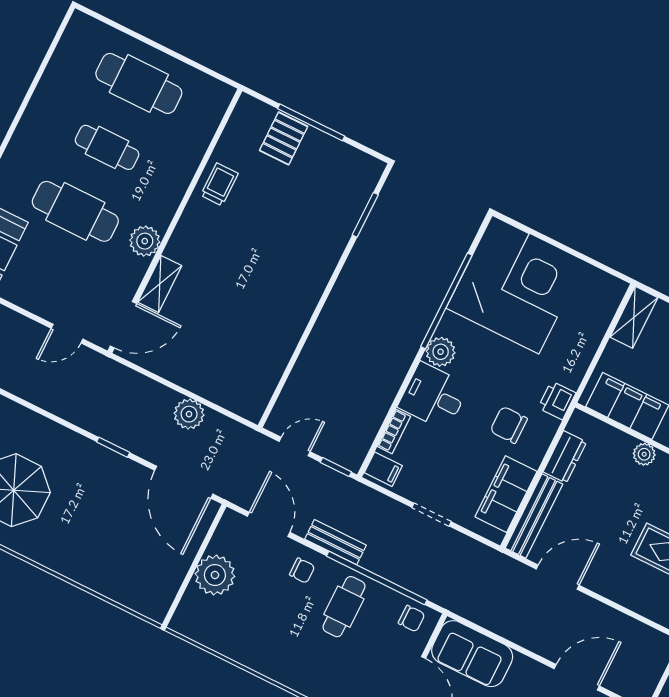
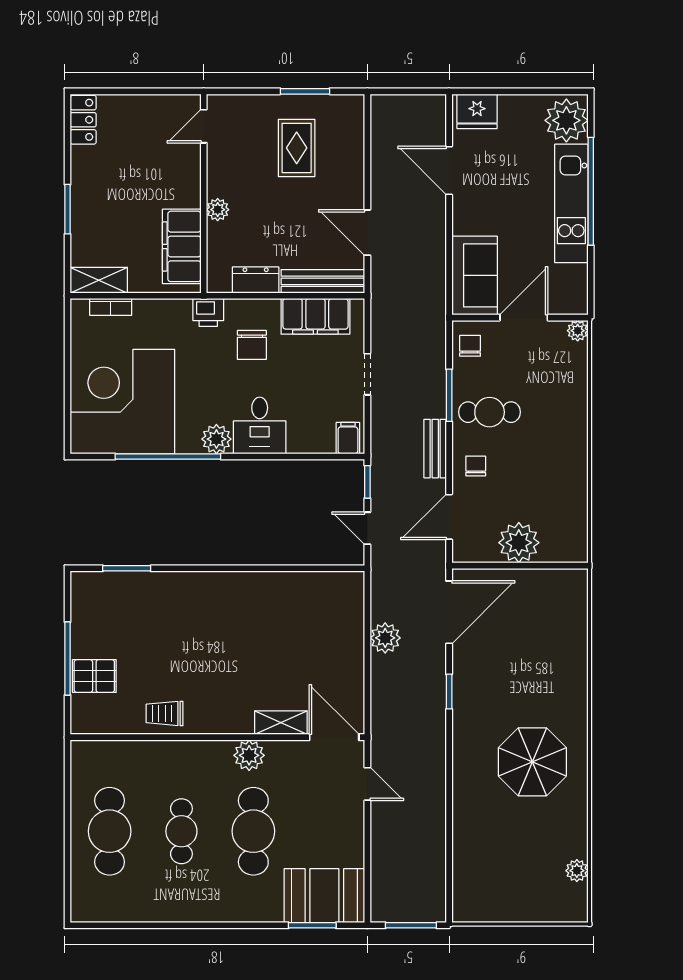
bookcase: (394, 431) -> (111, 307), moved, turned 180
window: (377, 578) -> (449, 395), width x0.47

